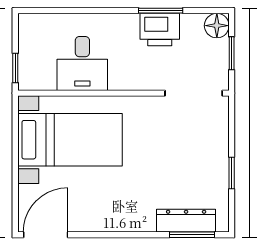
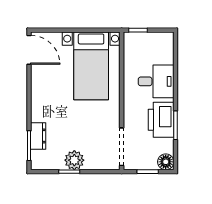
printer: (160, 30) -> (161, 120), width x1.37, depth x1.19
desk: (82, 63) -> (156, 81), moved, turned 180
plant: (214, 165) -> (74, 160), added
dresser: (186, 221) -> (38, 136), width x0.70

